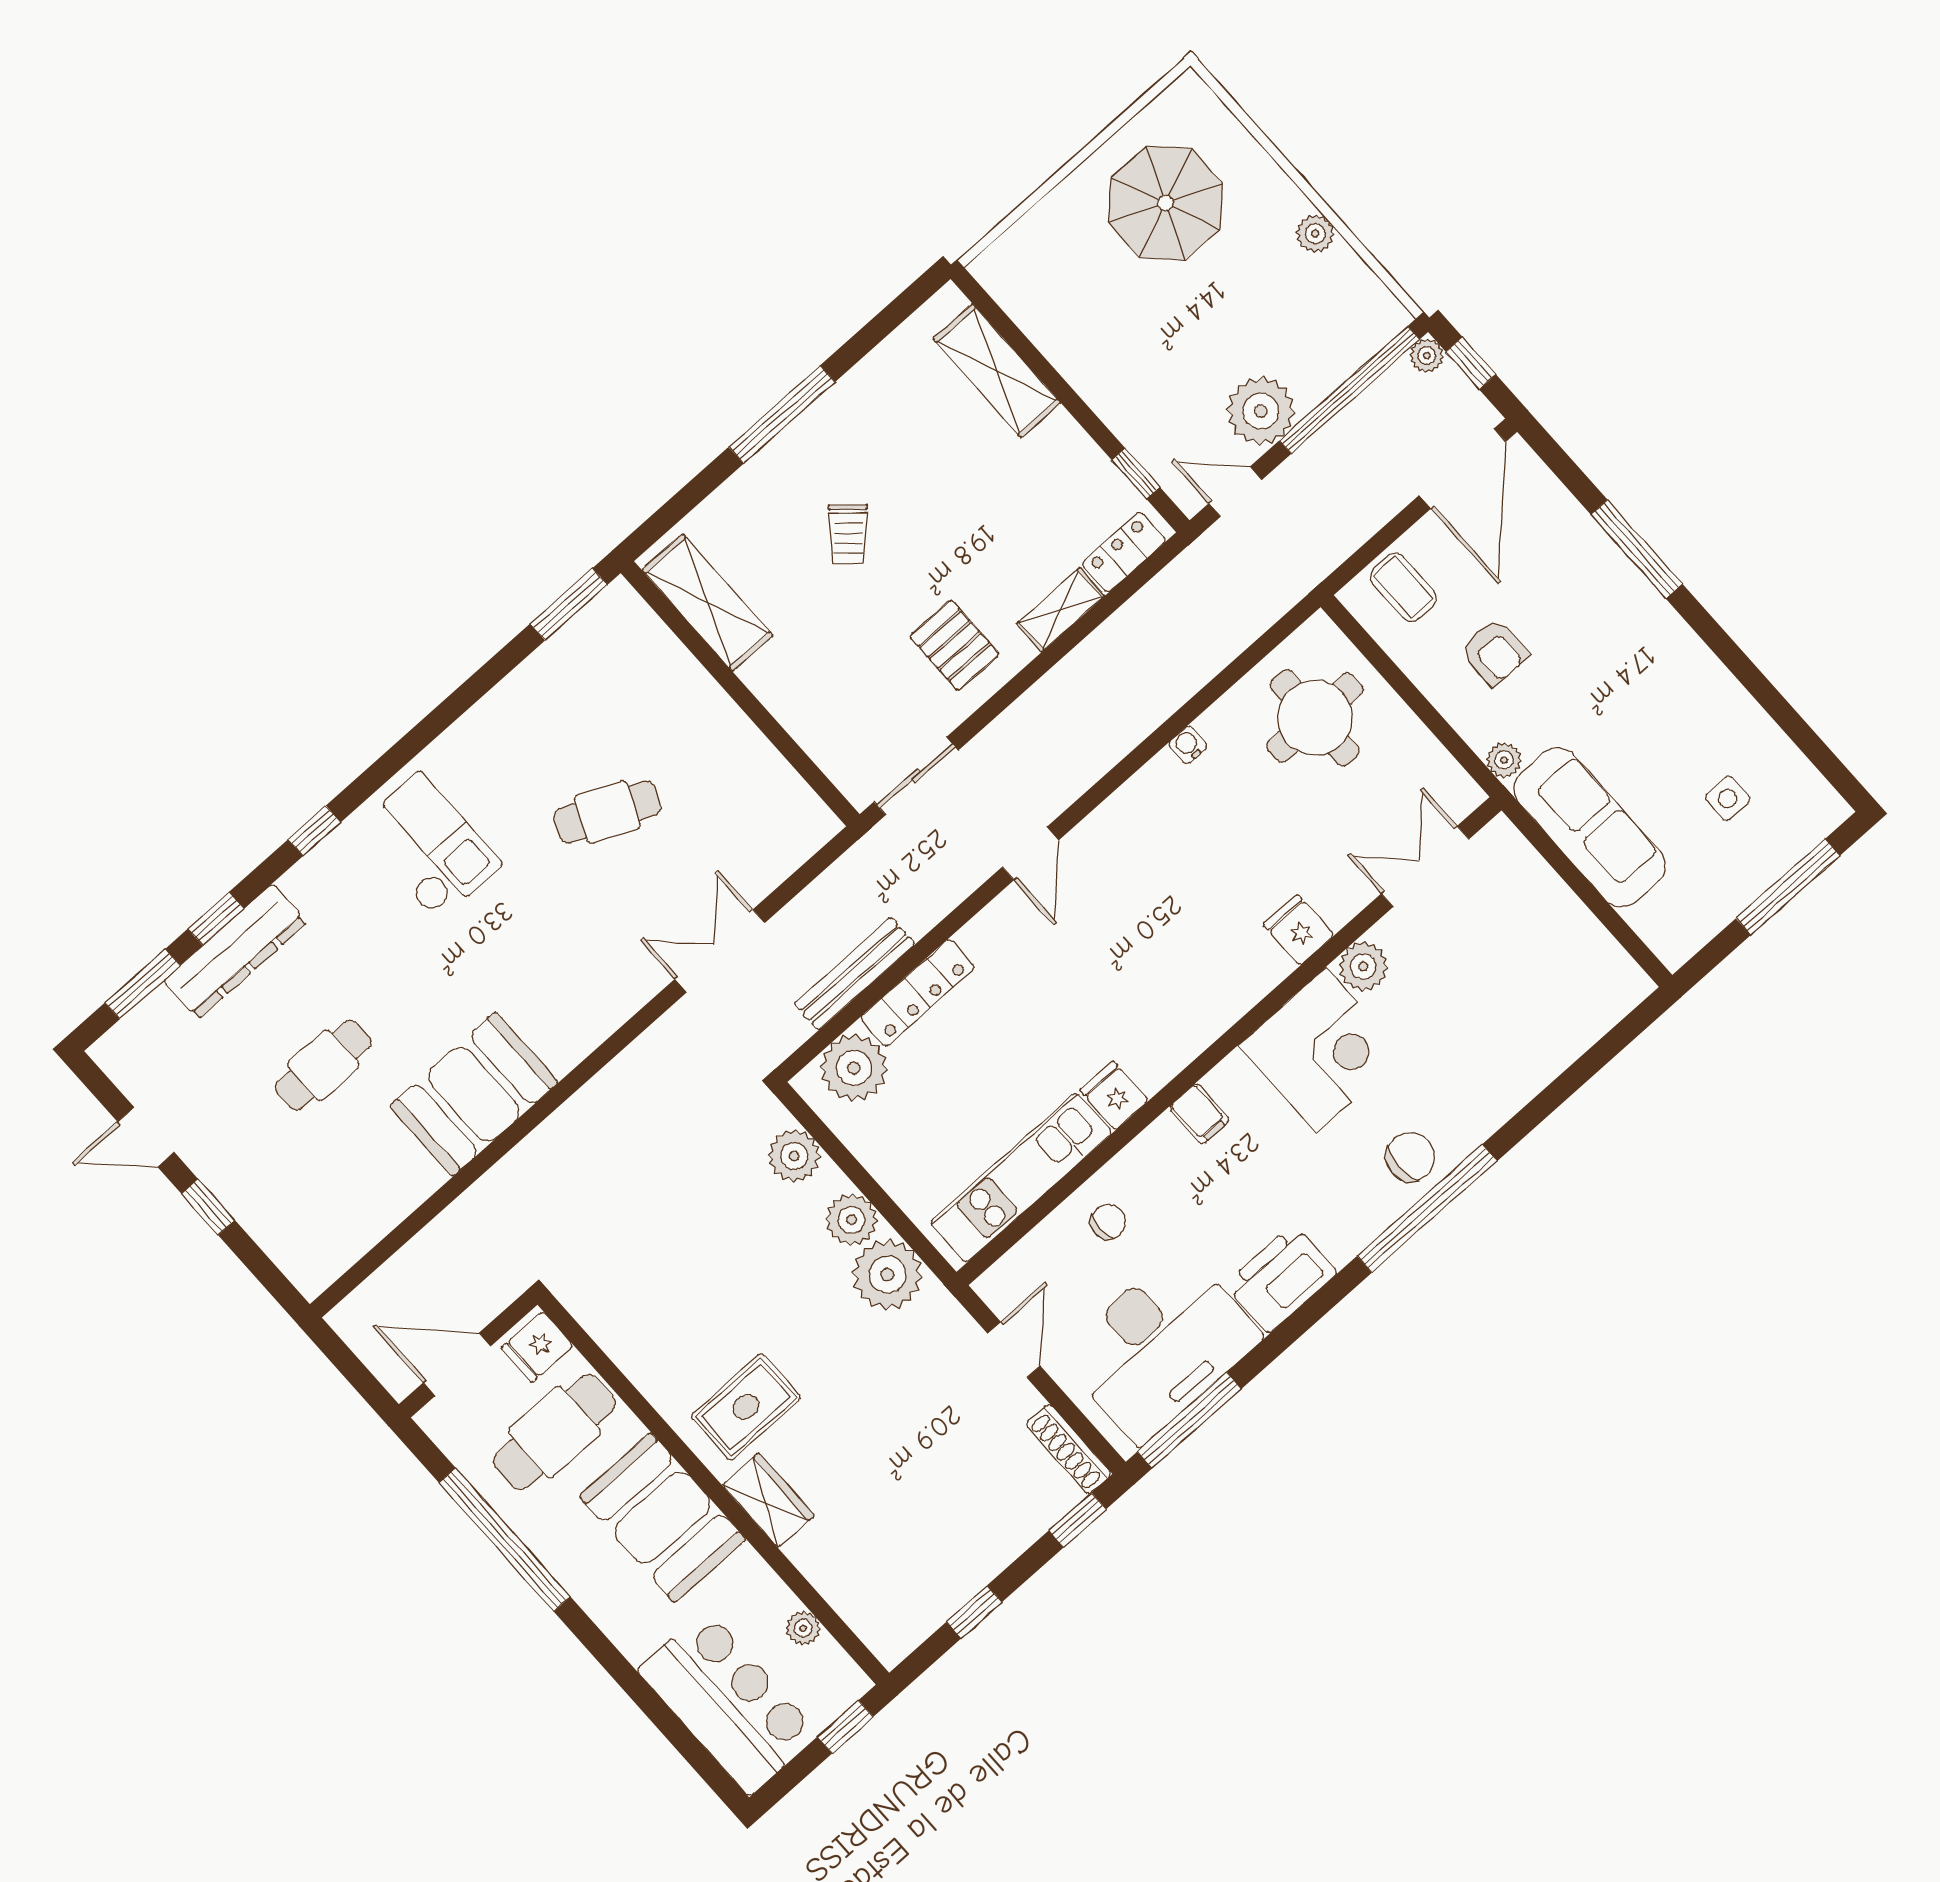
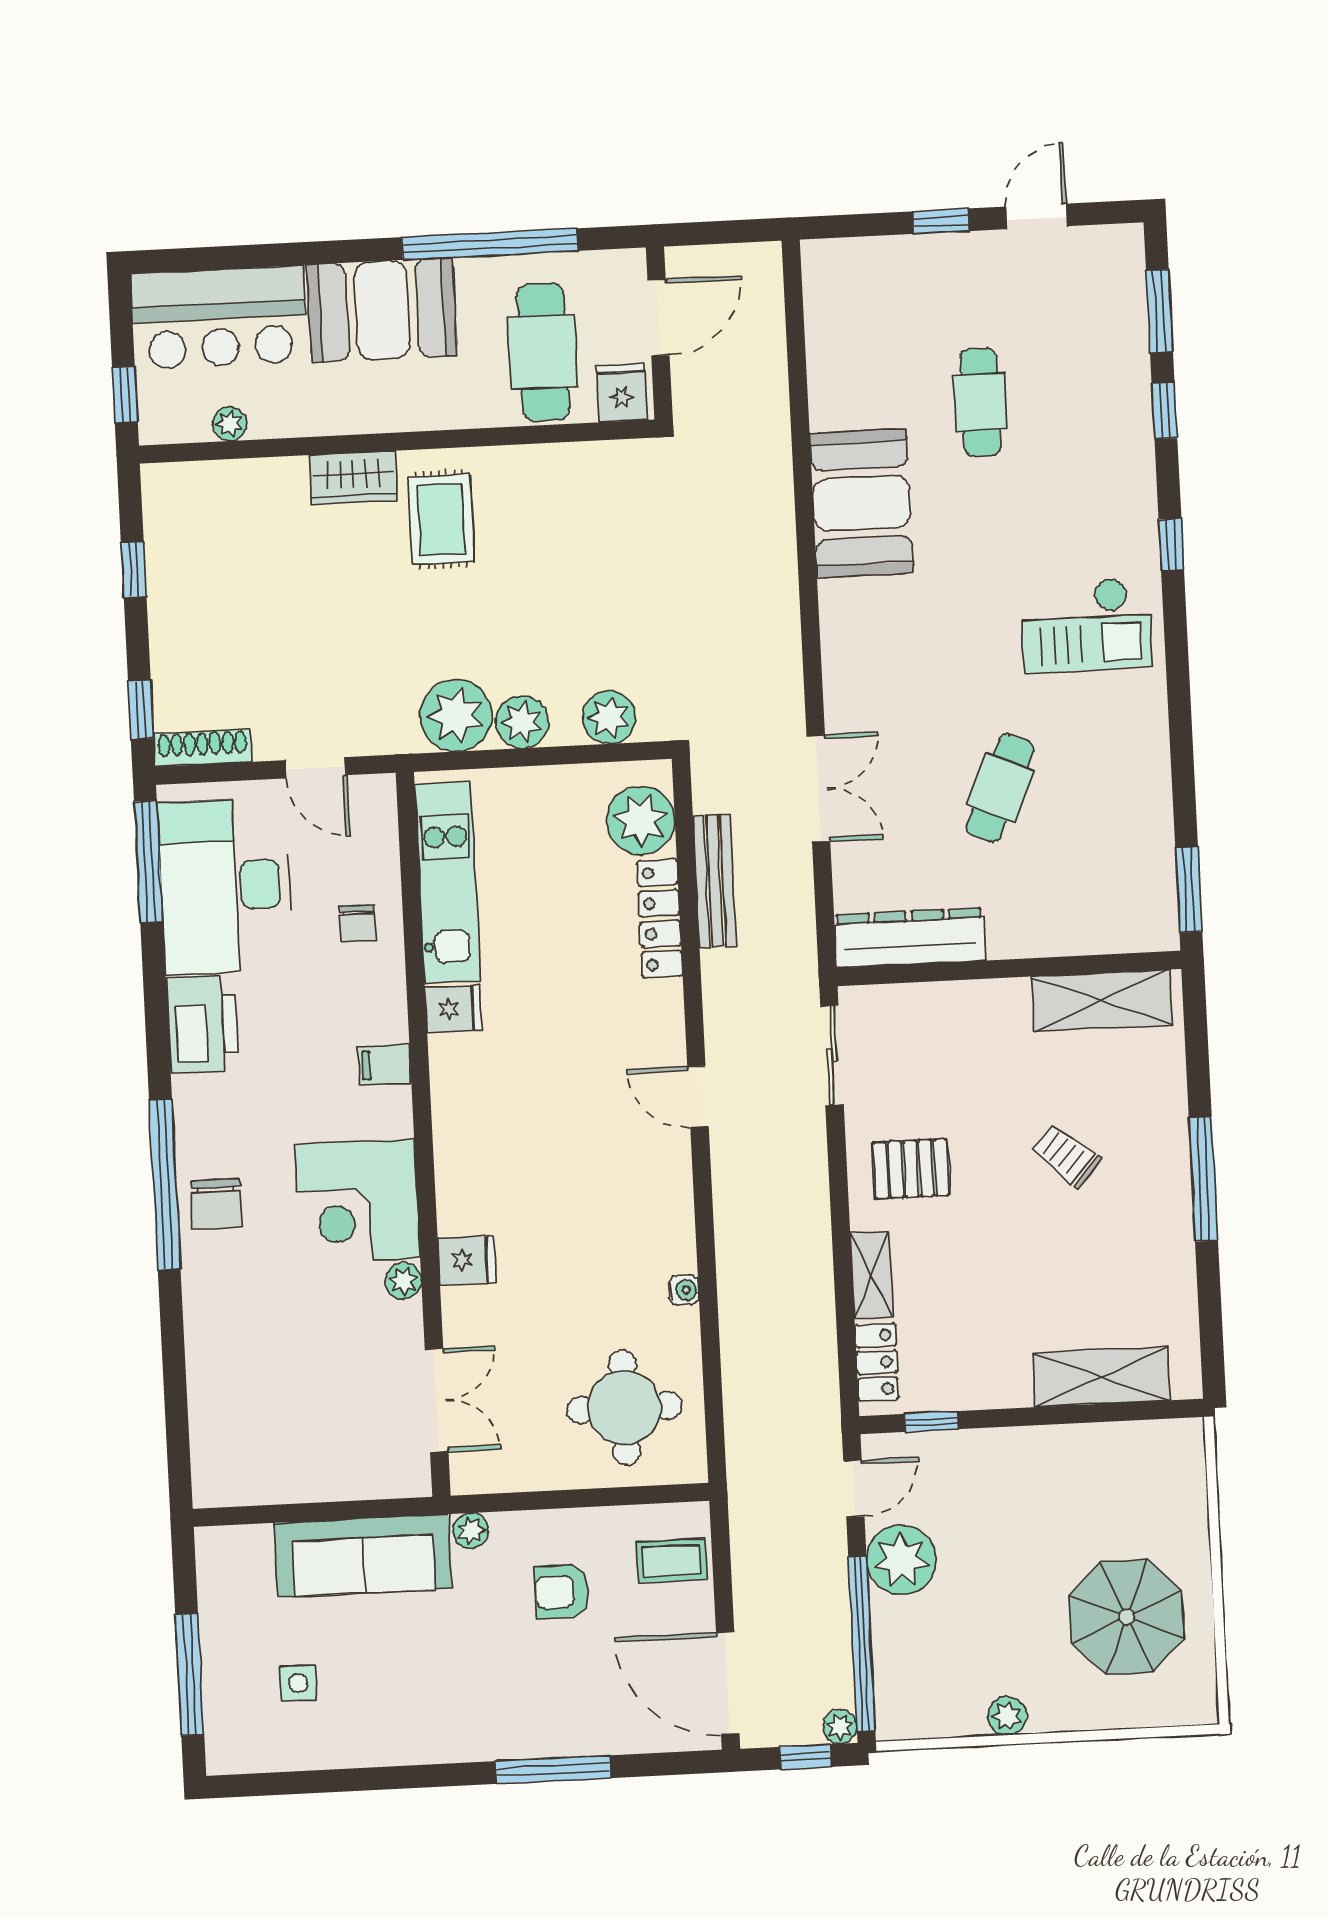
dresser: (235, 952) -> (910, 938), moved, turned 90
plant: (1363, 966) -> (403, 1281), width x0.73, depth x0.73
booth: (663, 1518) -> (382, 310), moved

